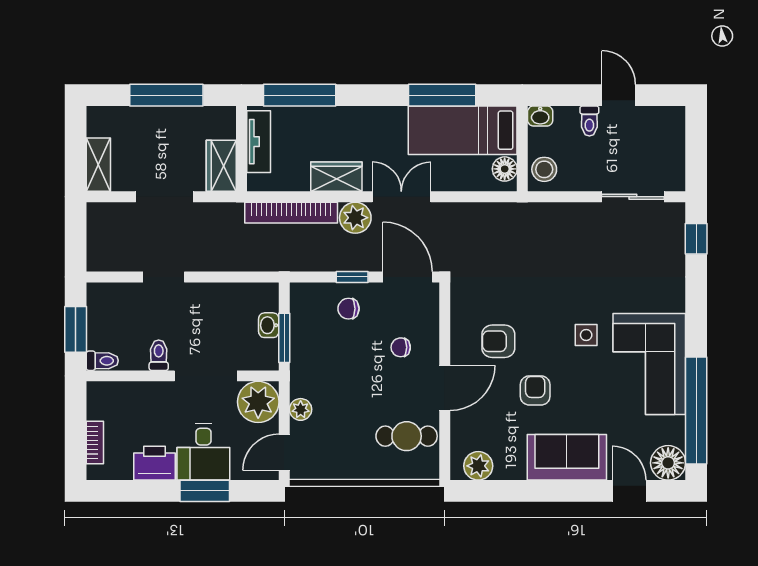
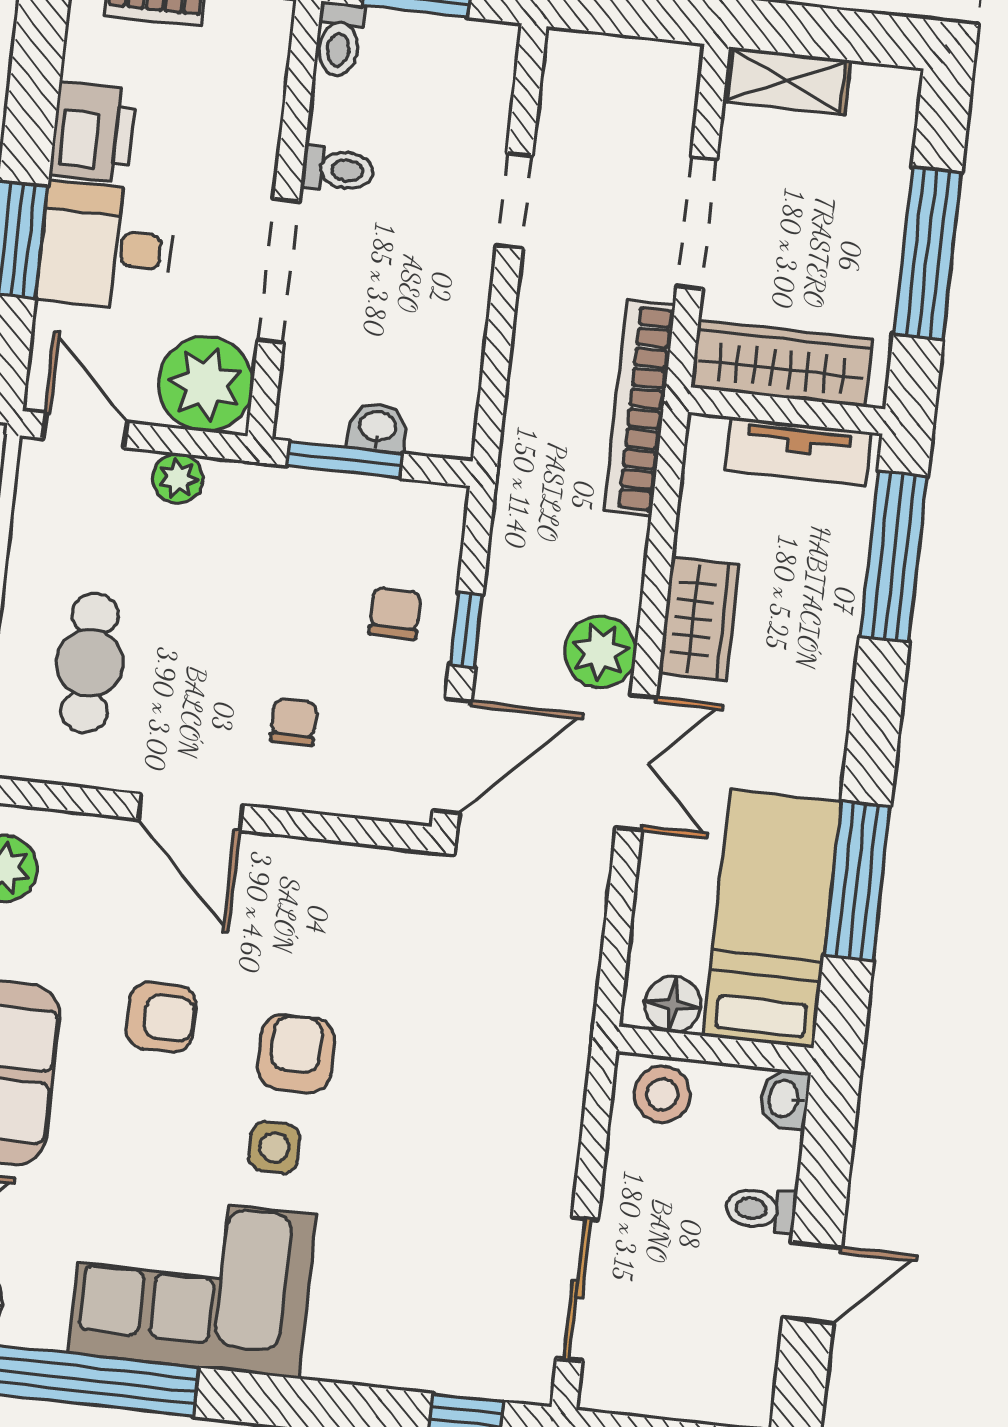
wardrobe: (221, 166) -> (782, 363), width x1.50
bookcase: (291, 213) -> (639, 408), moved
armchair: (498, 341) -> (296, 1054), moved
cafe table: (407, 436) -> (90, 663), moved

